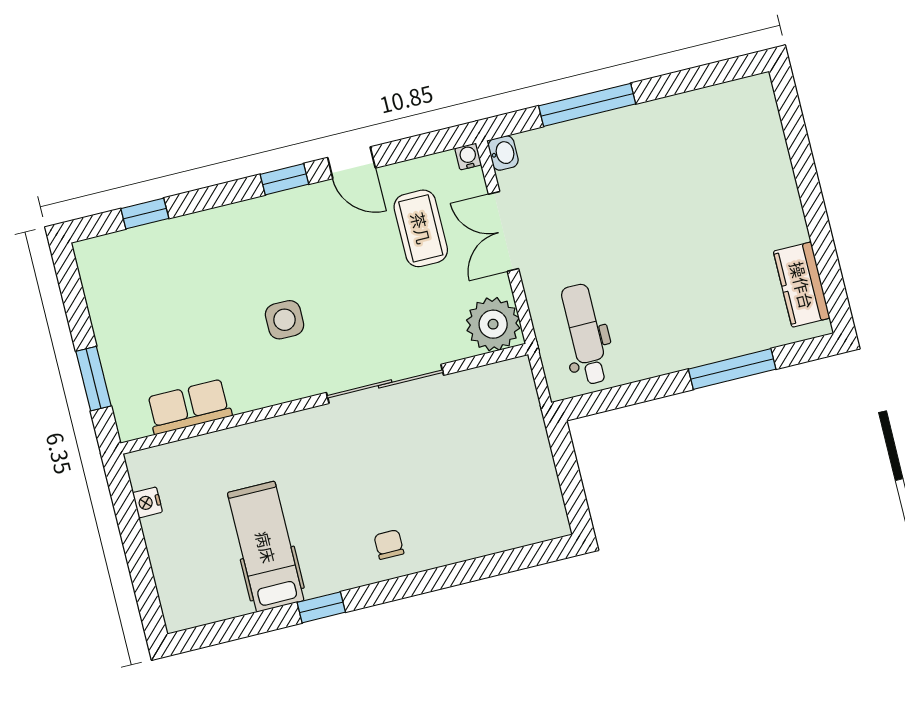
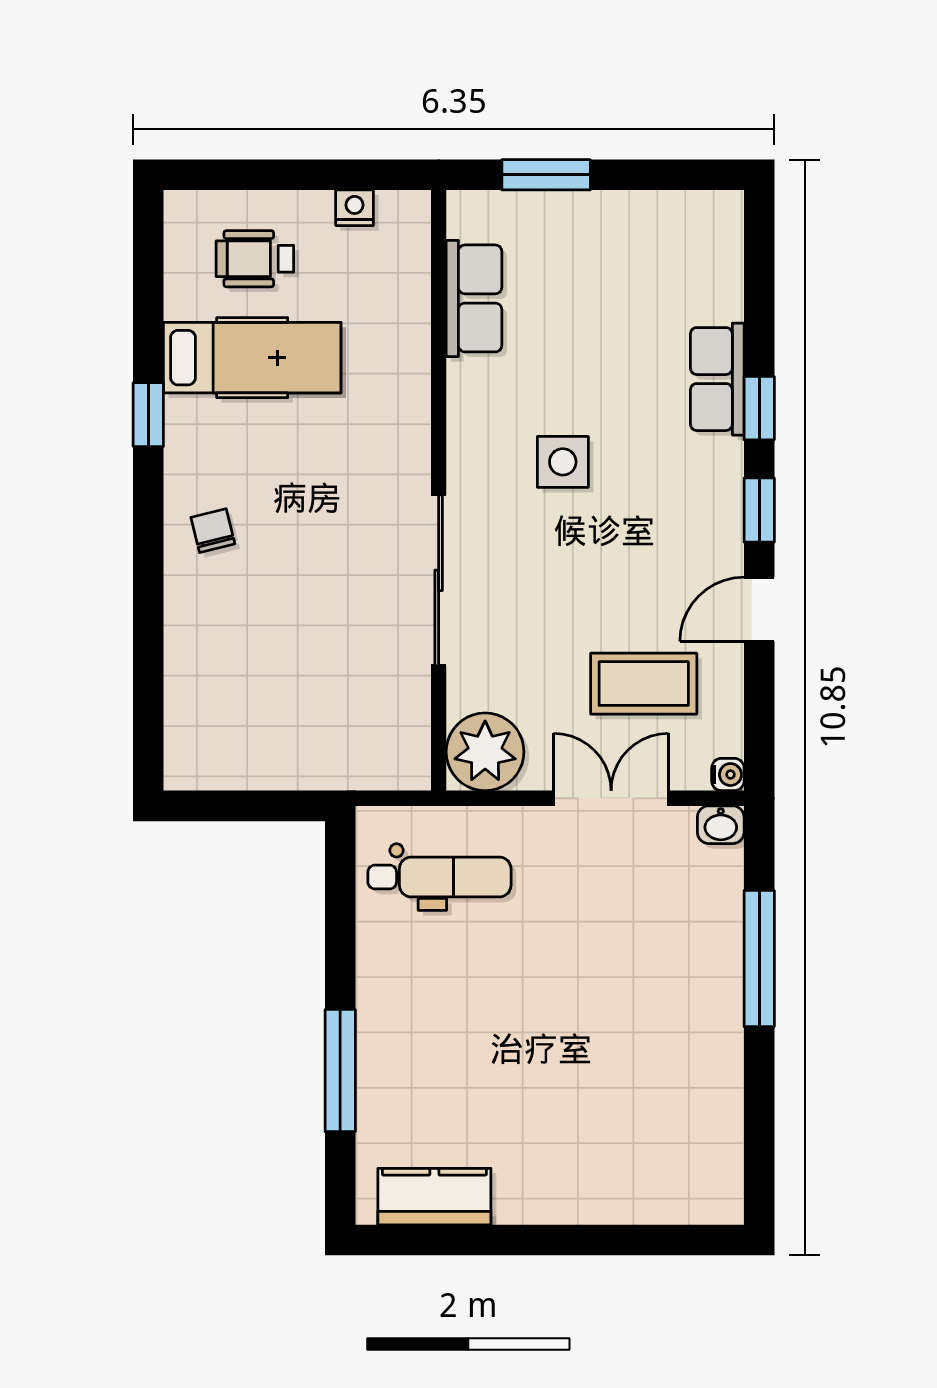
window: (145, 214) -> (759, 408), moved
row of seats: (203, 229) -> (717, 379), added
chair: (389, 545) -> (213, 531), turned -104
wheelchair: (198, 561) -> (255, 259), added

